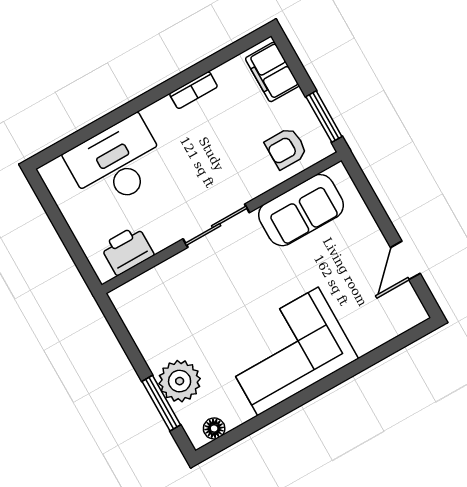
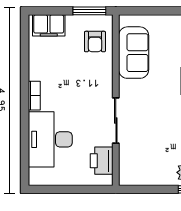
bookcase: (193, 90) -> (34, 96), moved
sliding door: (216, 226) -> (116, 120), moved

